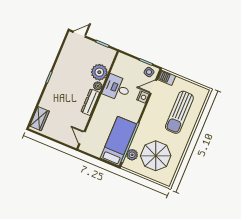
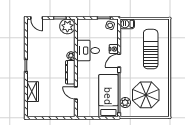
door: (79, 34) -> (37, 18), swing flipped
plant: (99, 72) -> (67, 26), moved
door: (153, 87) -> (119, 61), moved
sun lounger: (179, 112) -> (151, 49), turned 180
wardrobe: (40, 119) -> (33, 92), moved
door: (82, 138) -> (76, 93), moved

